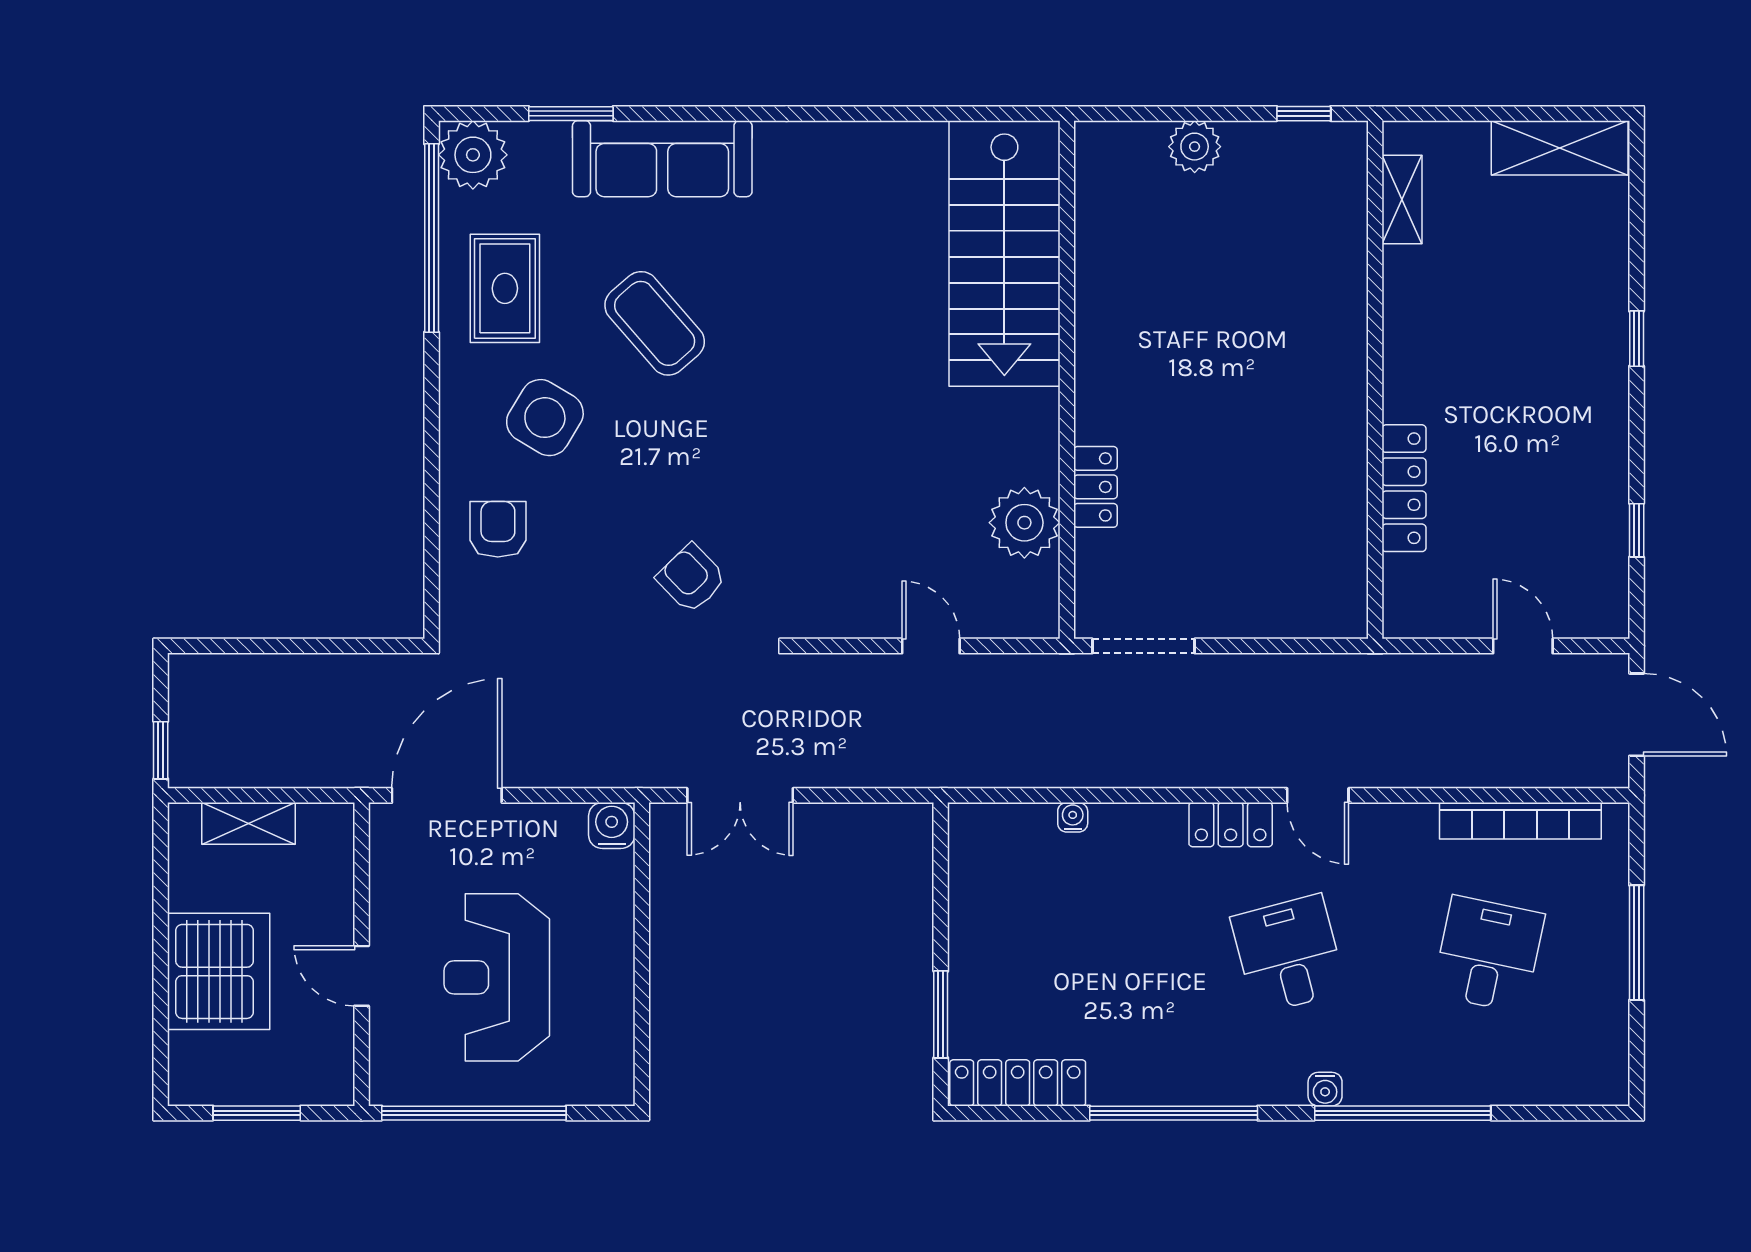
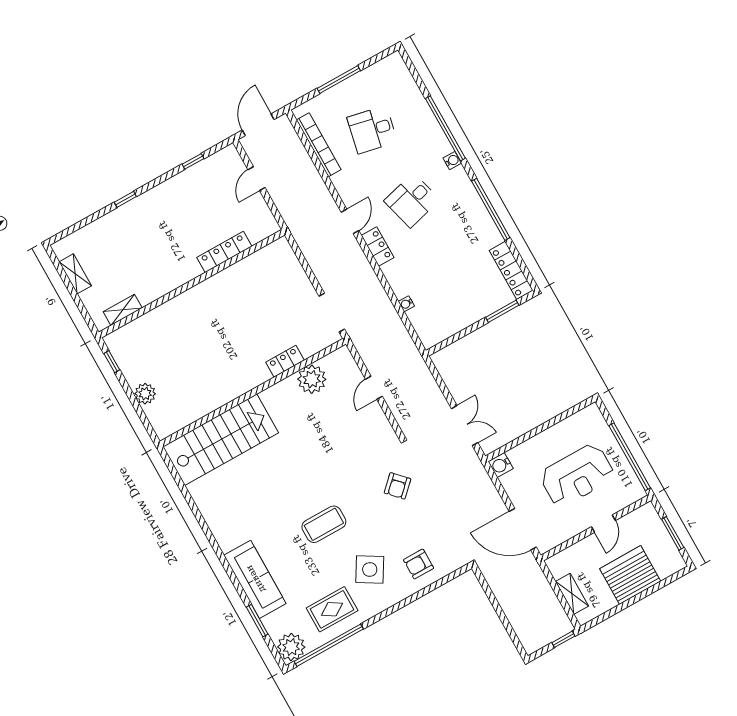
shelving: (1560, 148) -> (75, 274), width x0.67, depth x0.75
coffee table: (655, 323) -> (324, 524), moved, turned 41

